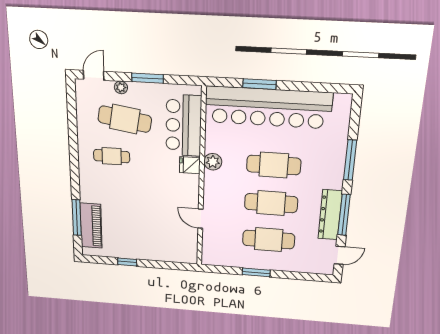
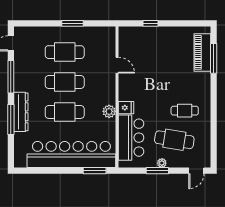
window: (259, 84) -> (95, 171), moved
plant: (121, 87) -> (162, 163), moved
dresser: (330, 215) -> (21, 112), moved
window: (127, 262) -> (150, 23), moved

